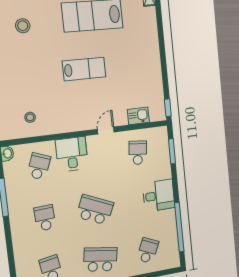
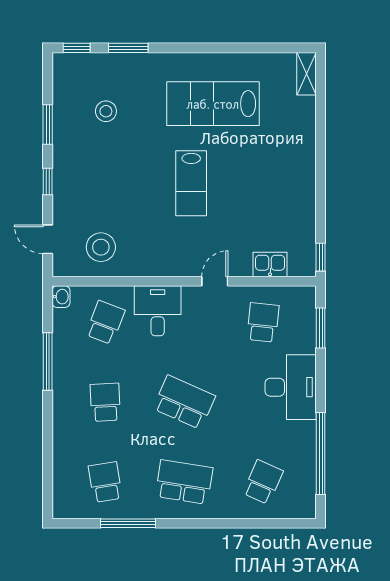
lab bench: (84, 69) -> (191, 183), turned 90
stool: (30, 117) -> (101, 247), width x1.89, depth x1.89
desk: (159, 196) -> (291, 387), width x1.37

